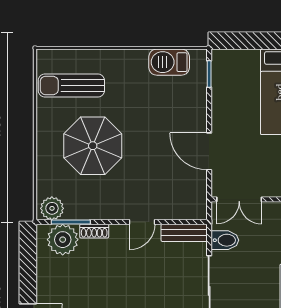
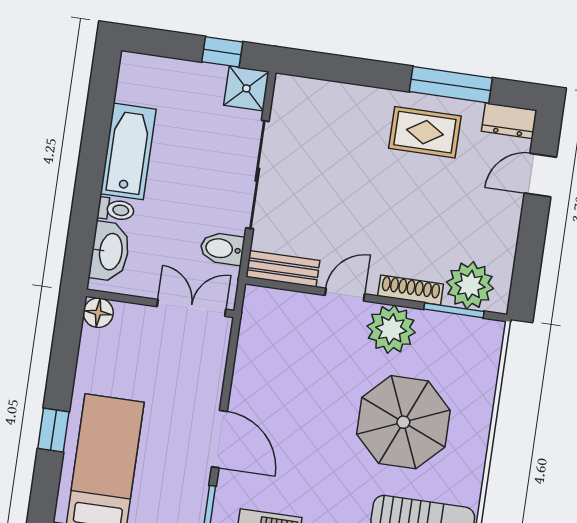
door: (209, 151) -> (219, 439), moved
plant: (52, 208) -> (391, 329), moved, width x1.36, depth x1.36
shoe rack: (94, 231) -> (411, 290), width x1.43

